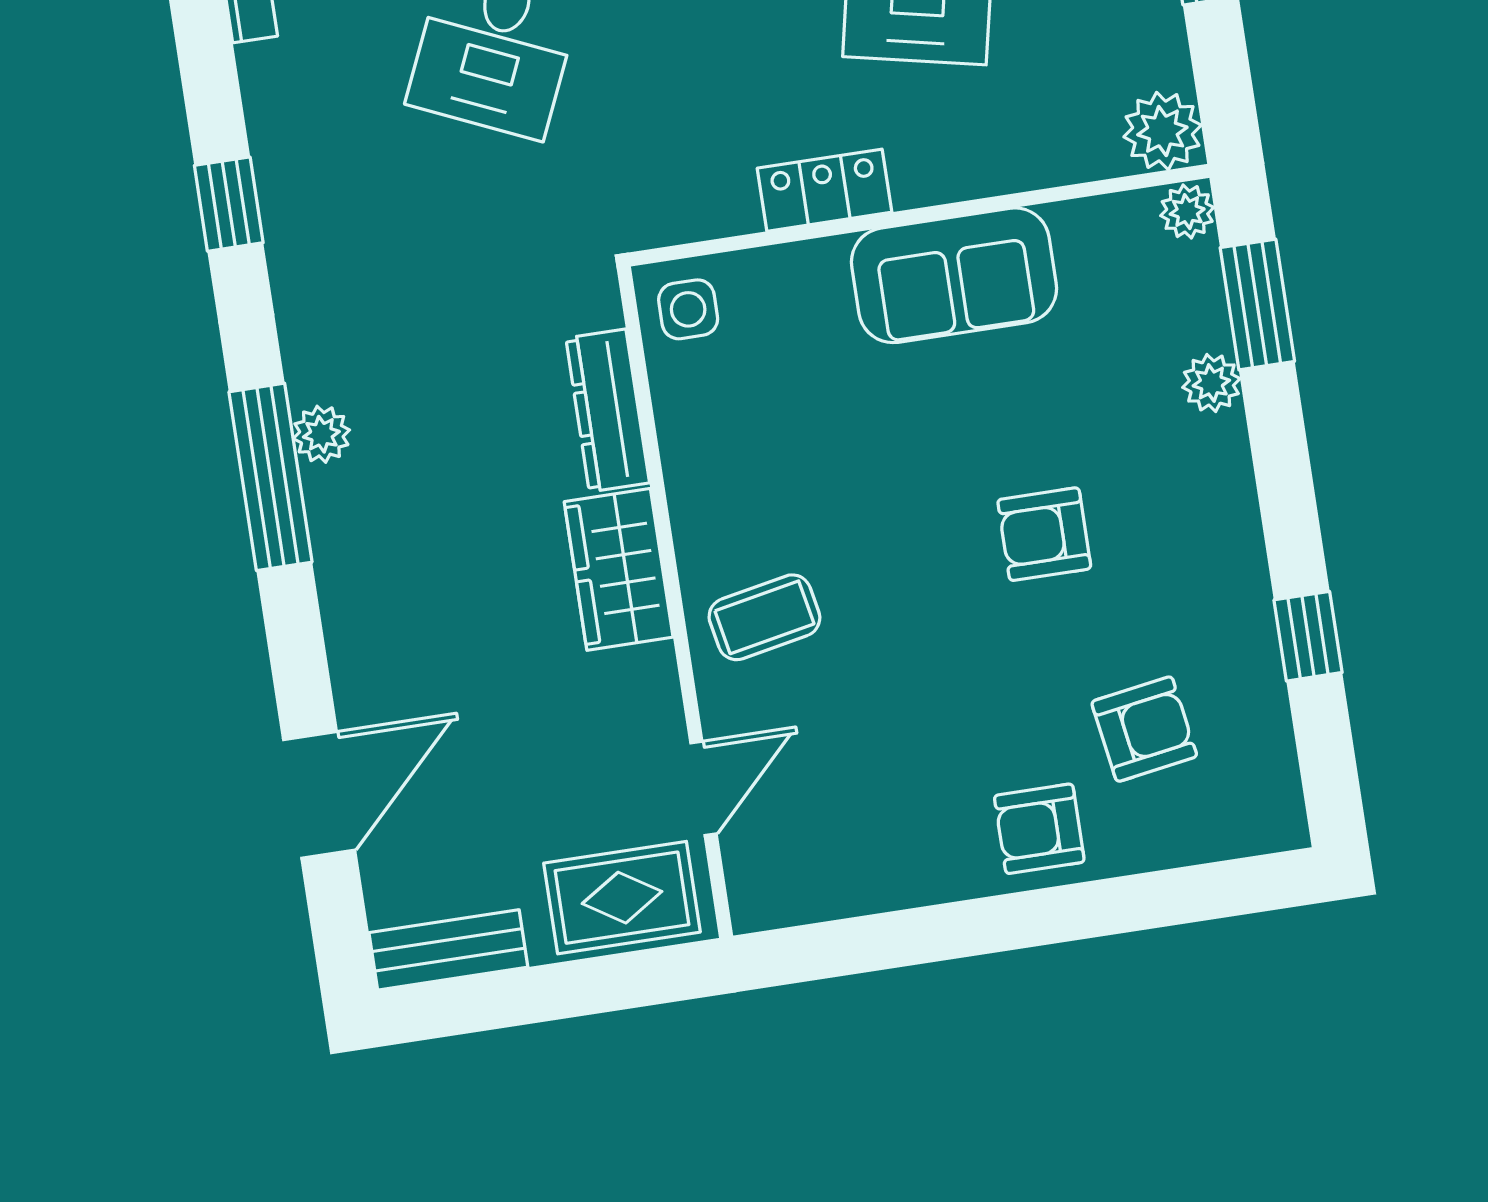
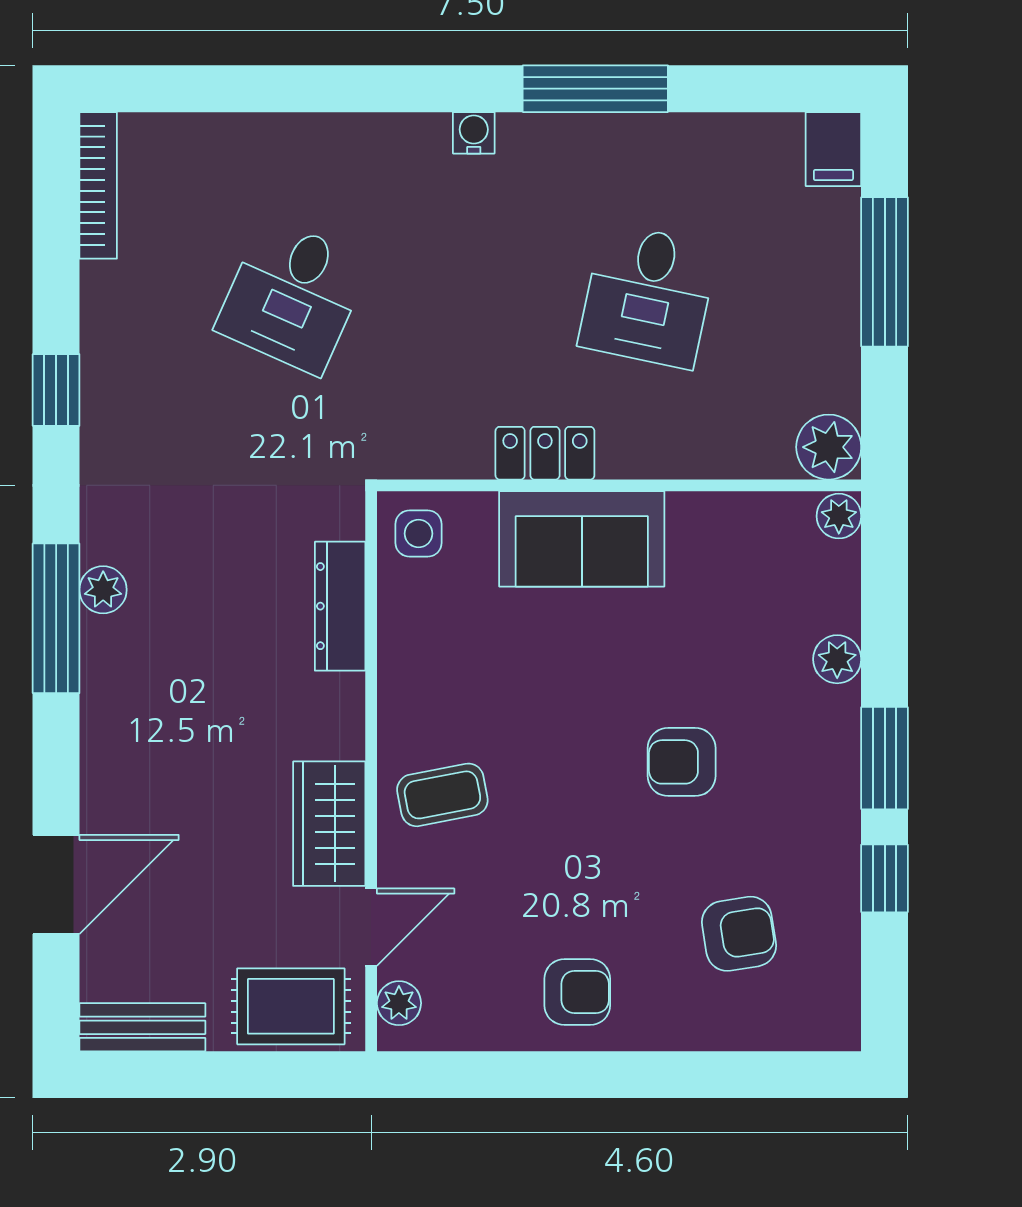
sofa: (954, 275) -> (582, 539), moved
window: (1257, 305) -> (885, 758), moved
wardrobe: (619, 569) -> (329, 824), moved
armchair: (1039, 829) -> (577, 992), moved, turned 180
plant: (751, 874) -> (399, 1003), added

